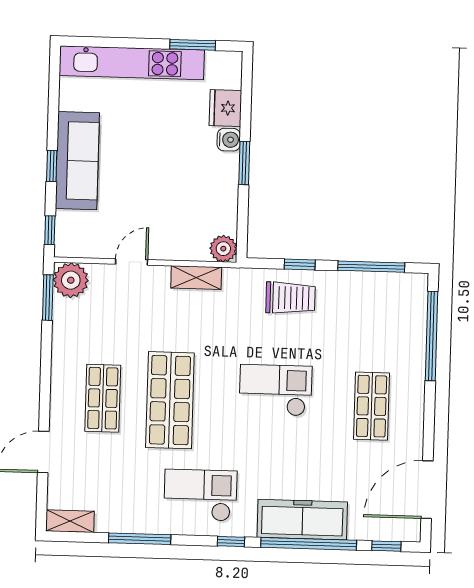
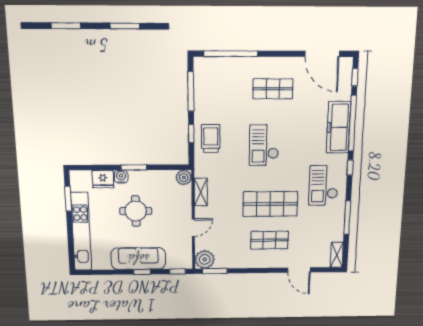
round table: (166, 161) -> (136, 211), added
door: (132, 262) -> (193, 228), swing flipped

